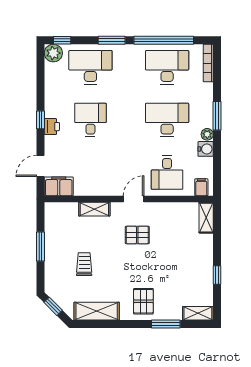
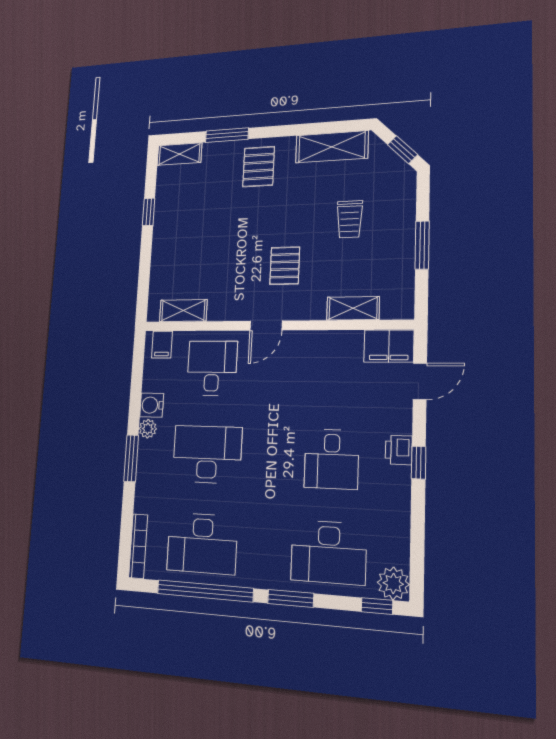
desk: (167, 120) -> (207, 454), turned 180
shelving: (94, 209) -> (353, 308), moved
shelving: (206, 218) -> (183, 311), moved, turned 90
pallet: (137, 235) -> (285, 266), moved, turned 90

